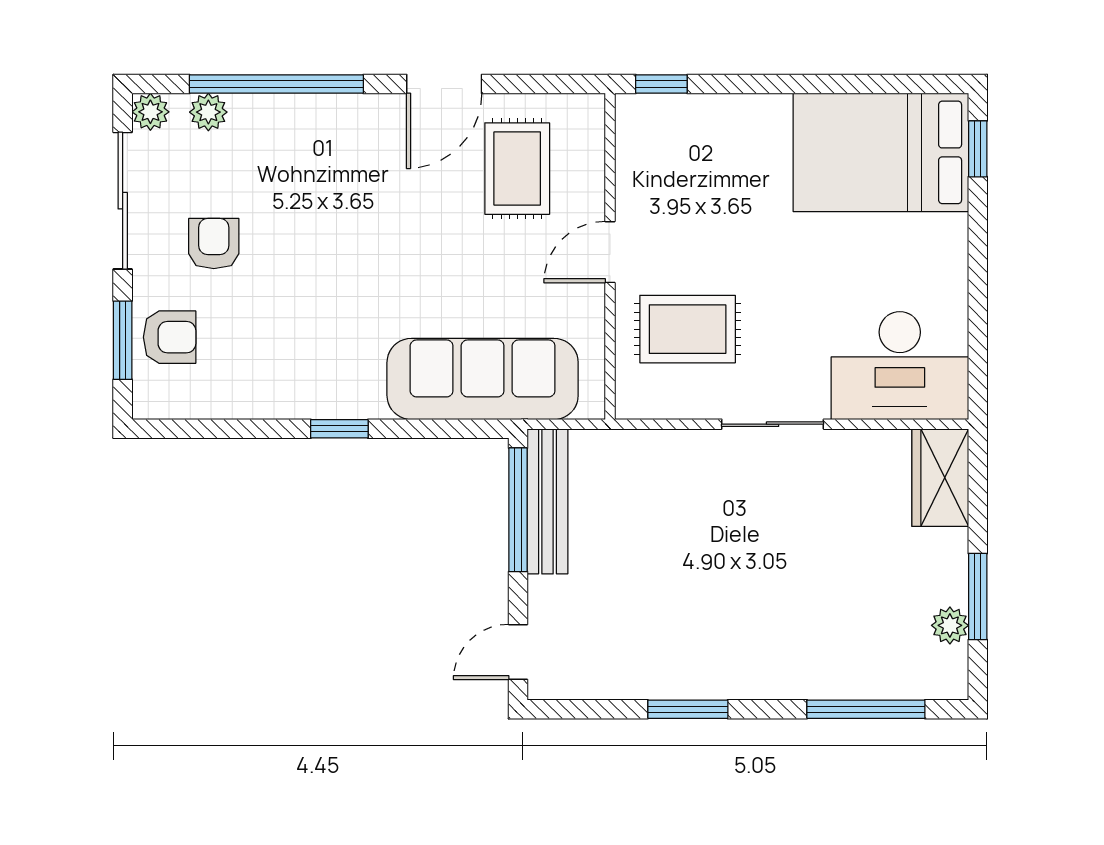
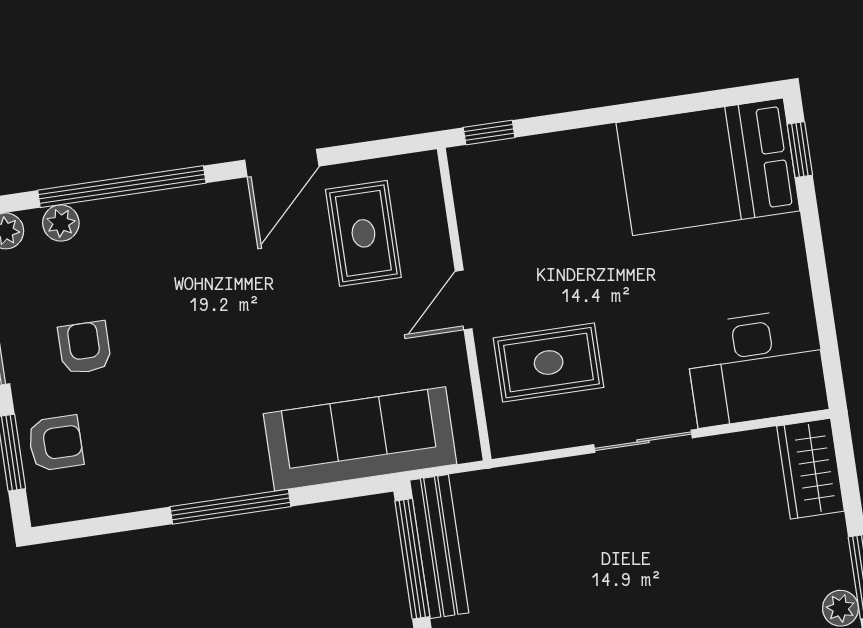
window: (339, 429) -> (230, 507), width x2.17

